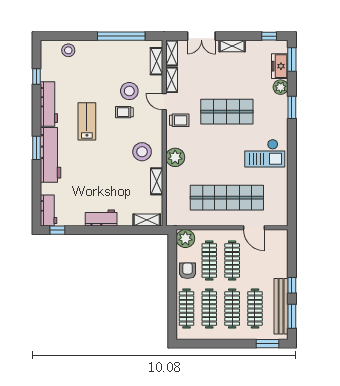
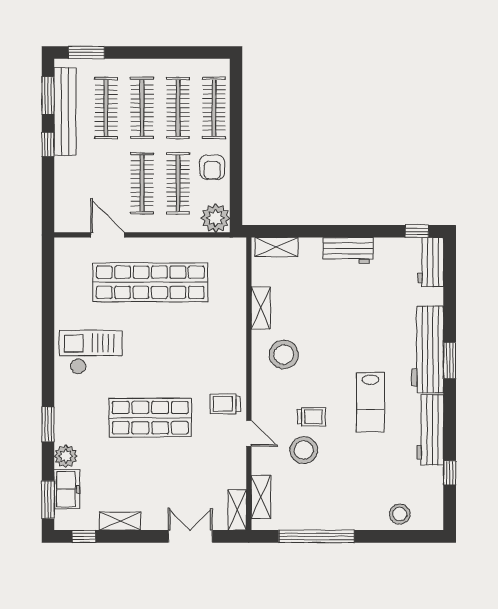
shelving: (232, 46) -> (120, 521), moved
shelving: (172, 80) -> (237, 468), removed
plant: (175, 157) -> (232, 346), removed

